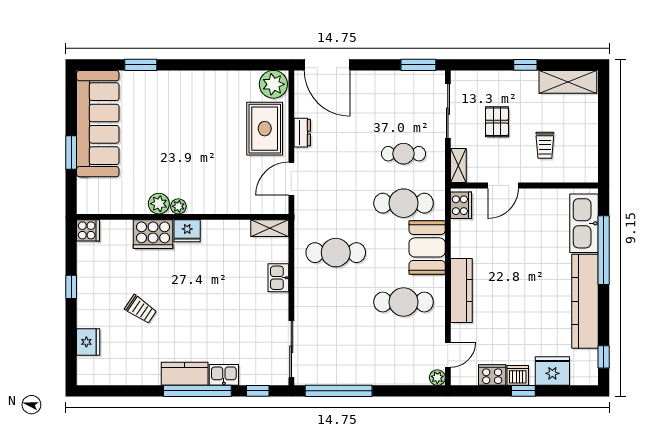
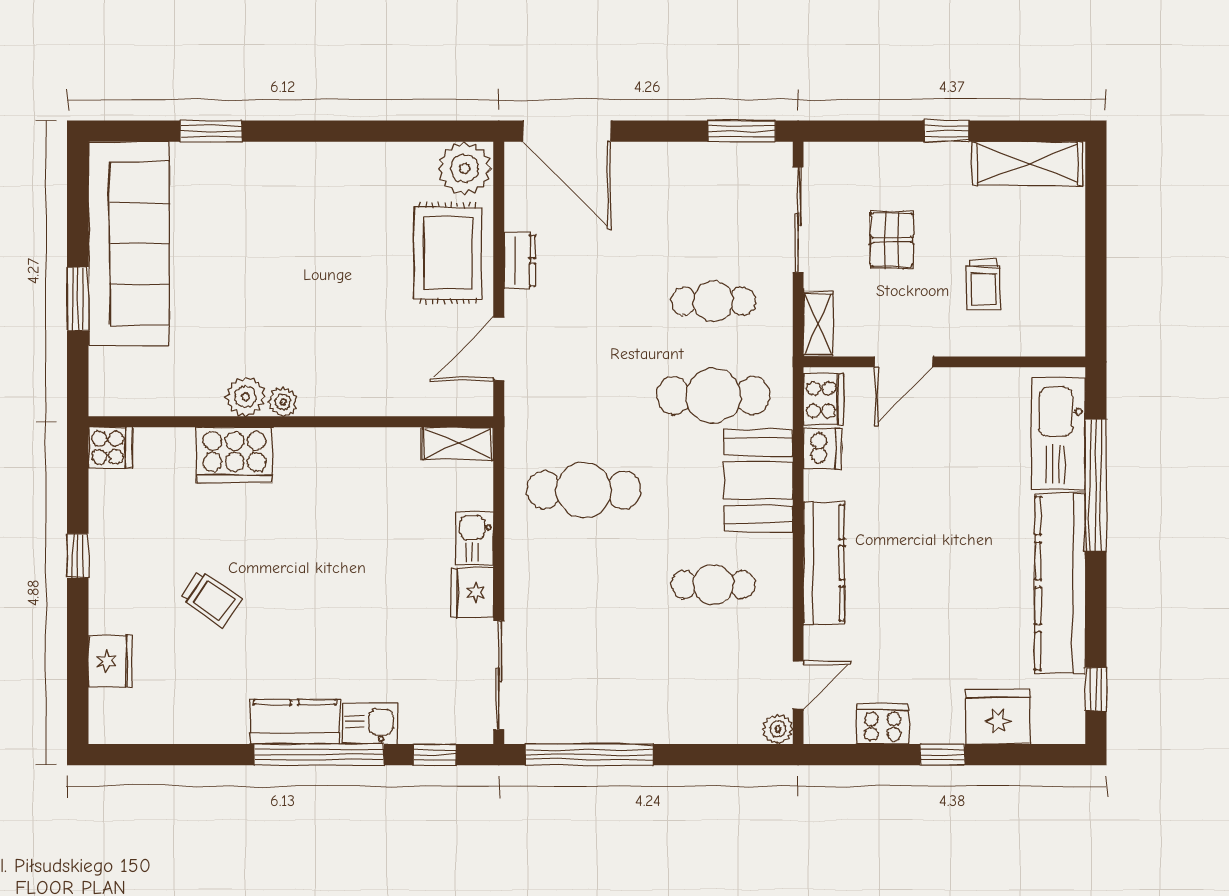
fridge: (187, 231) -> (472, 593), moved, turned 90
cafe table: (404, 302) -> (713, 585), width x0.73, depth x0.74
dishwasher: (518, 375) -> (823, 448), moved, turned 90

